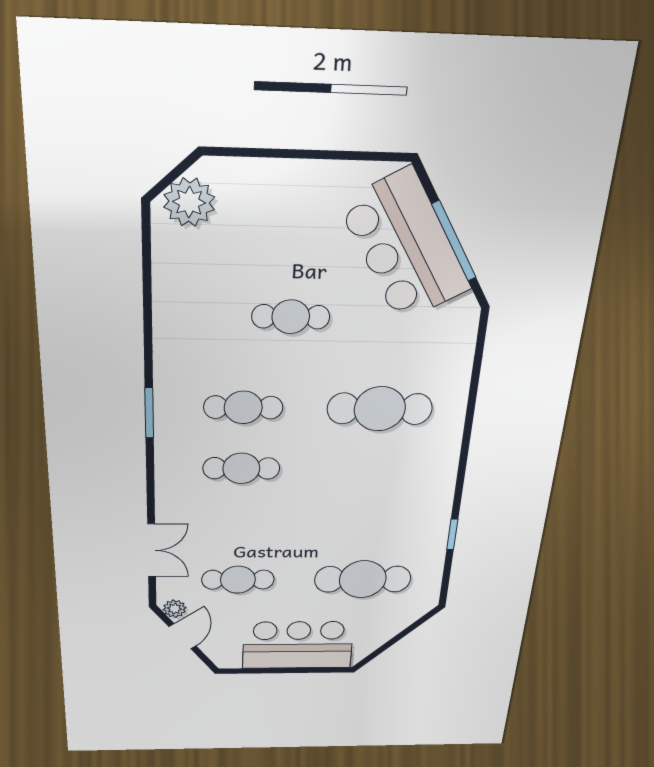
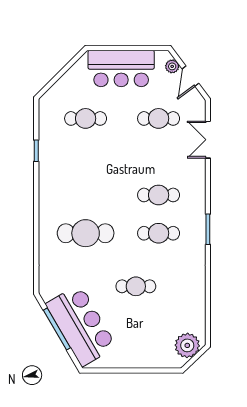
cafe table: (363, 579) -> (86, 118), width x0.73, depth x0.74
plant: (175, 609) -> (172, 66), moved

